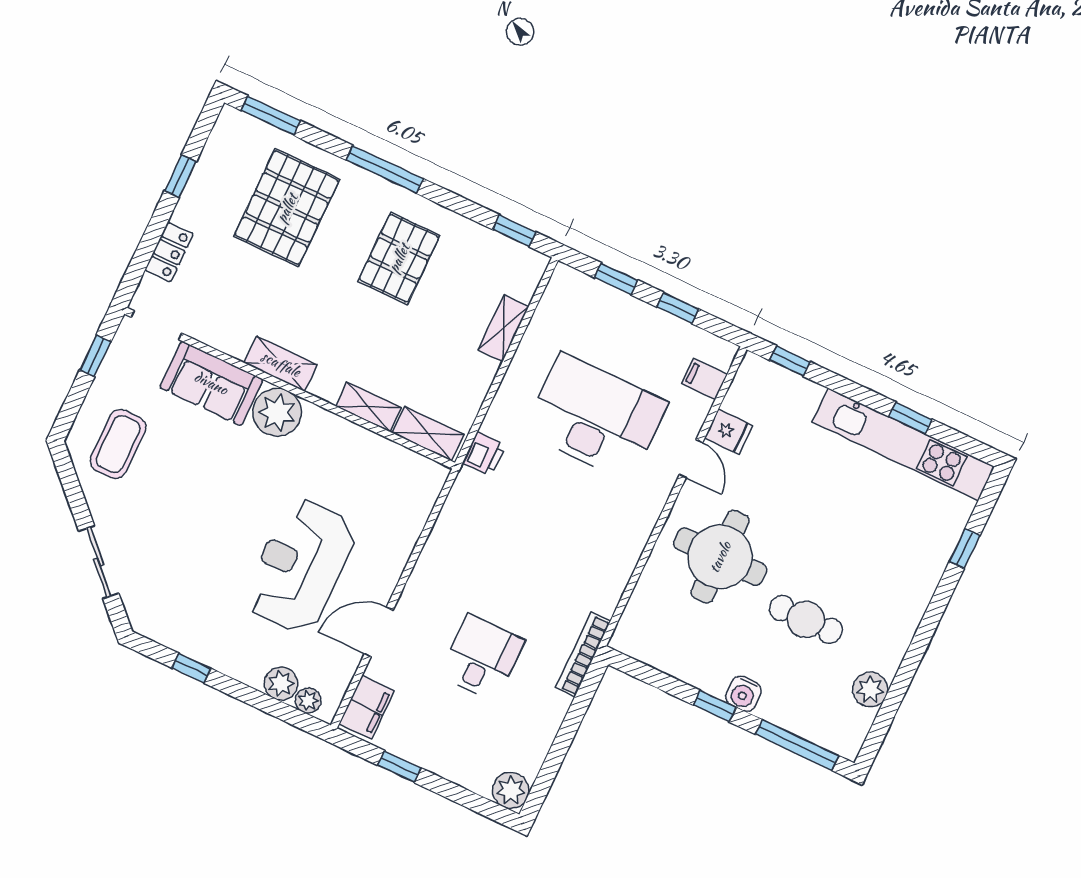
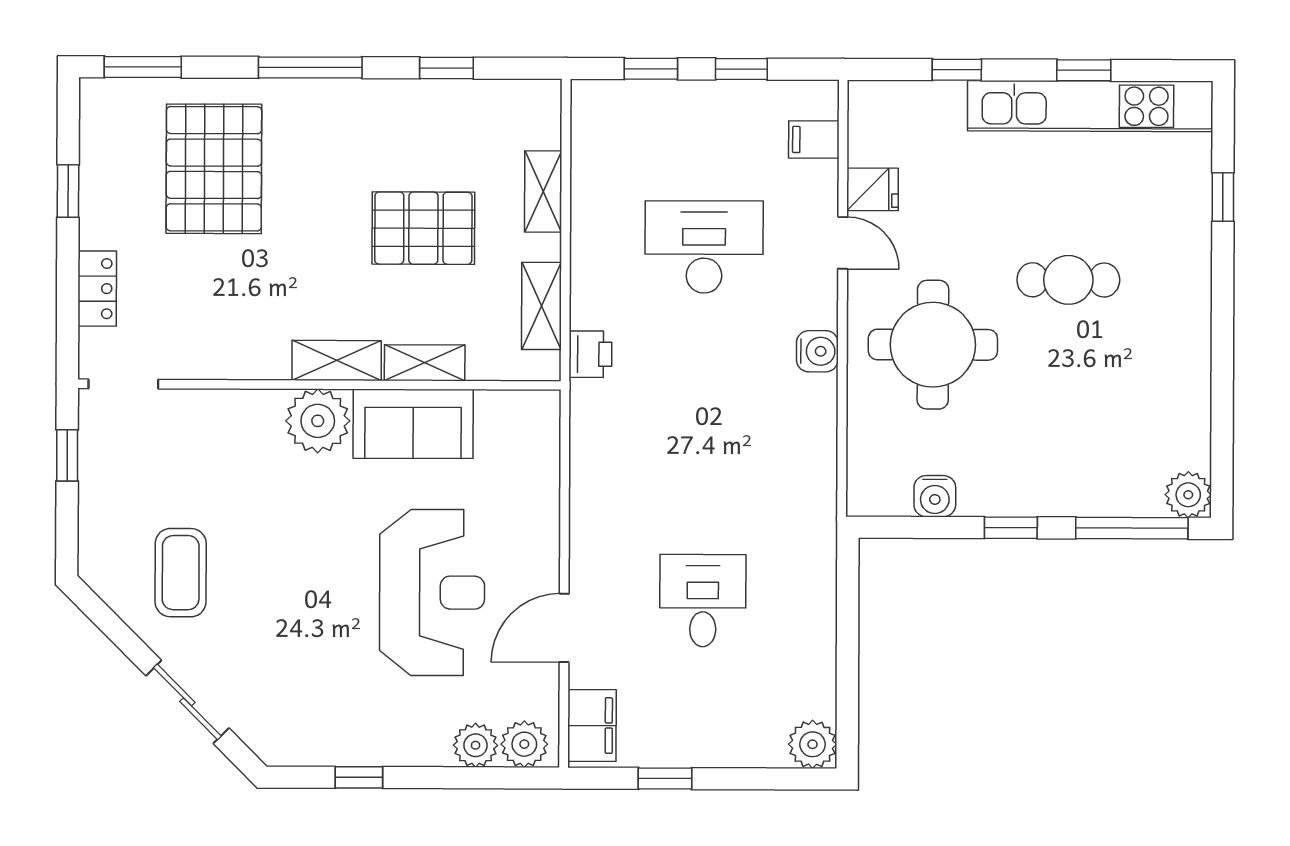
window: (514, 231) -> (447, 68), moved
pallet: (399, 258) -> (423, 228), moved, turned 90
window: (790, 361) -> (957, 70), moved
shelving: (281, 364) -> (337, 360), moved
sofa: (211, 383) -> (413, 424), moved
desk: (596, 417) -> (704, 247), width x0.73, depth x0.77
shelving: (428, 434) -> (541, 306), moved, turned 90
coffee table: (118, 444) -> (181, 573), moved
water cooler: (639, 524) -> (817, 351), added
reception desk: (300, 566) -> (432, 592), turned 180
cafe table: (806, 619) -> (1068, 280), moved
bookcase: (583, 654) -> (823, 540), removed
plant: (870, 689) -> (1188, 495), moved
water cooler: (743, 694) -> (935, 496), moved
plant: (308, 701) -> (524, 744), width x1.38, depth x1.38

